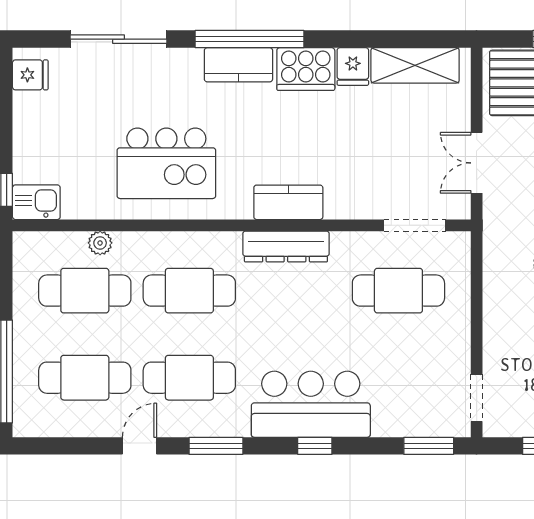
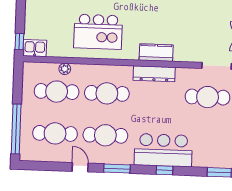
door: (139, 446) -> (80, 167), hinge flipped

